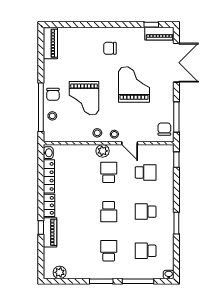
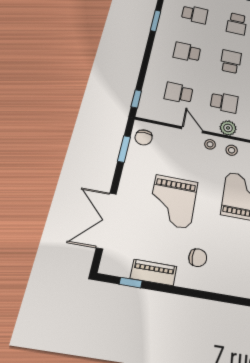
piano: (159, 34) -> (154, 272), moved
window: (176, 117) -> (124, 149), width x0.69
school desk: (109, 172) -> (224, 102), turned -90
school desk: (146, 212) -> (187, 52), turned 180
window: (176, 223) -> (155, 21), moved

